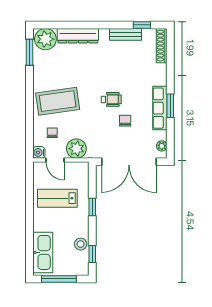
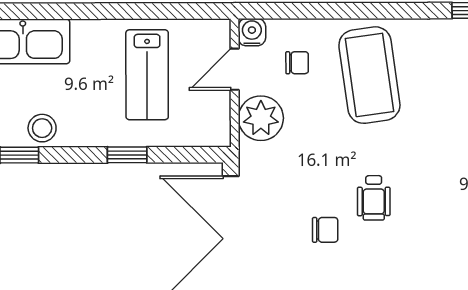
lab bench: (57, 198) -> (147, 75), turned 180

